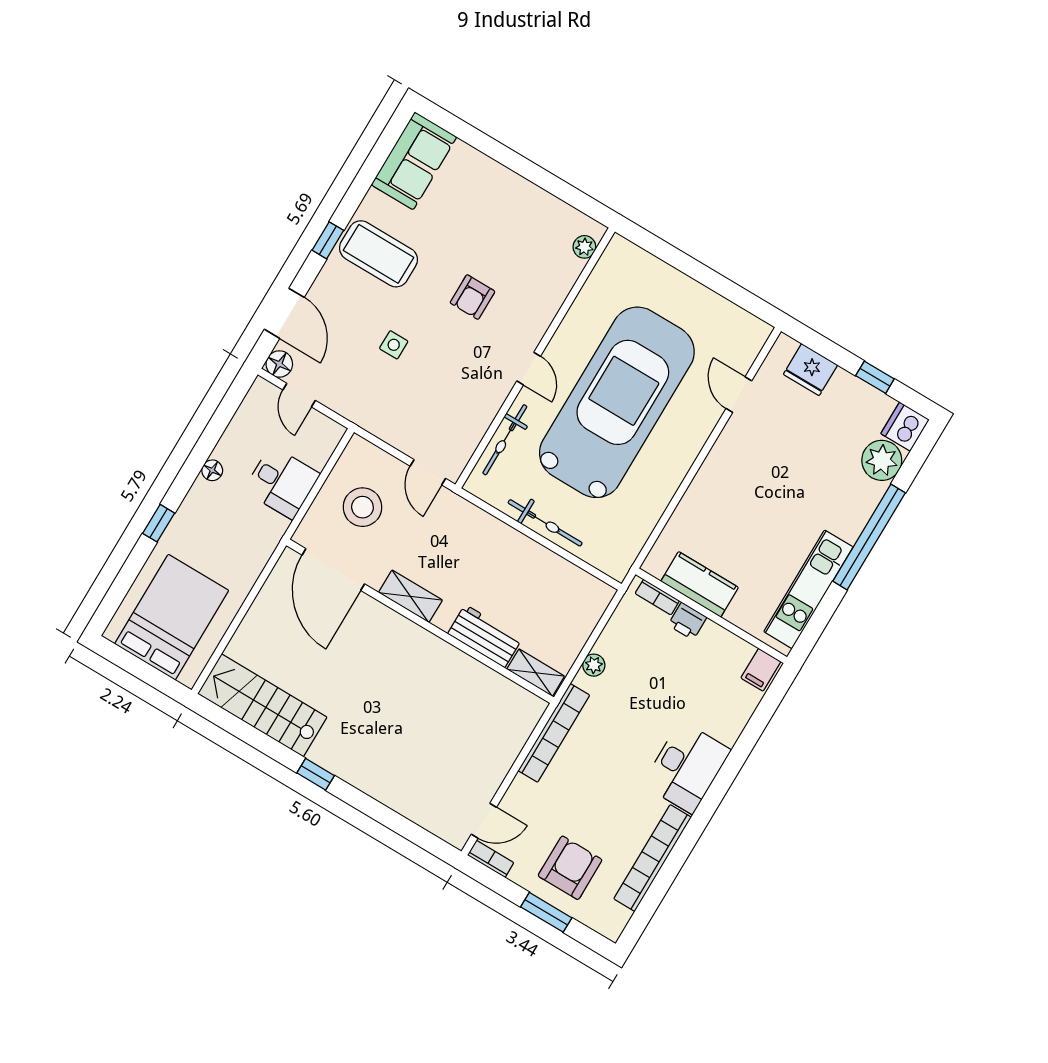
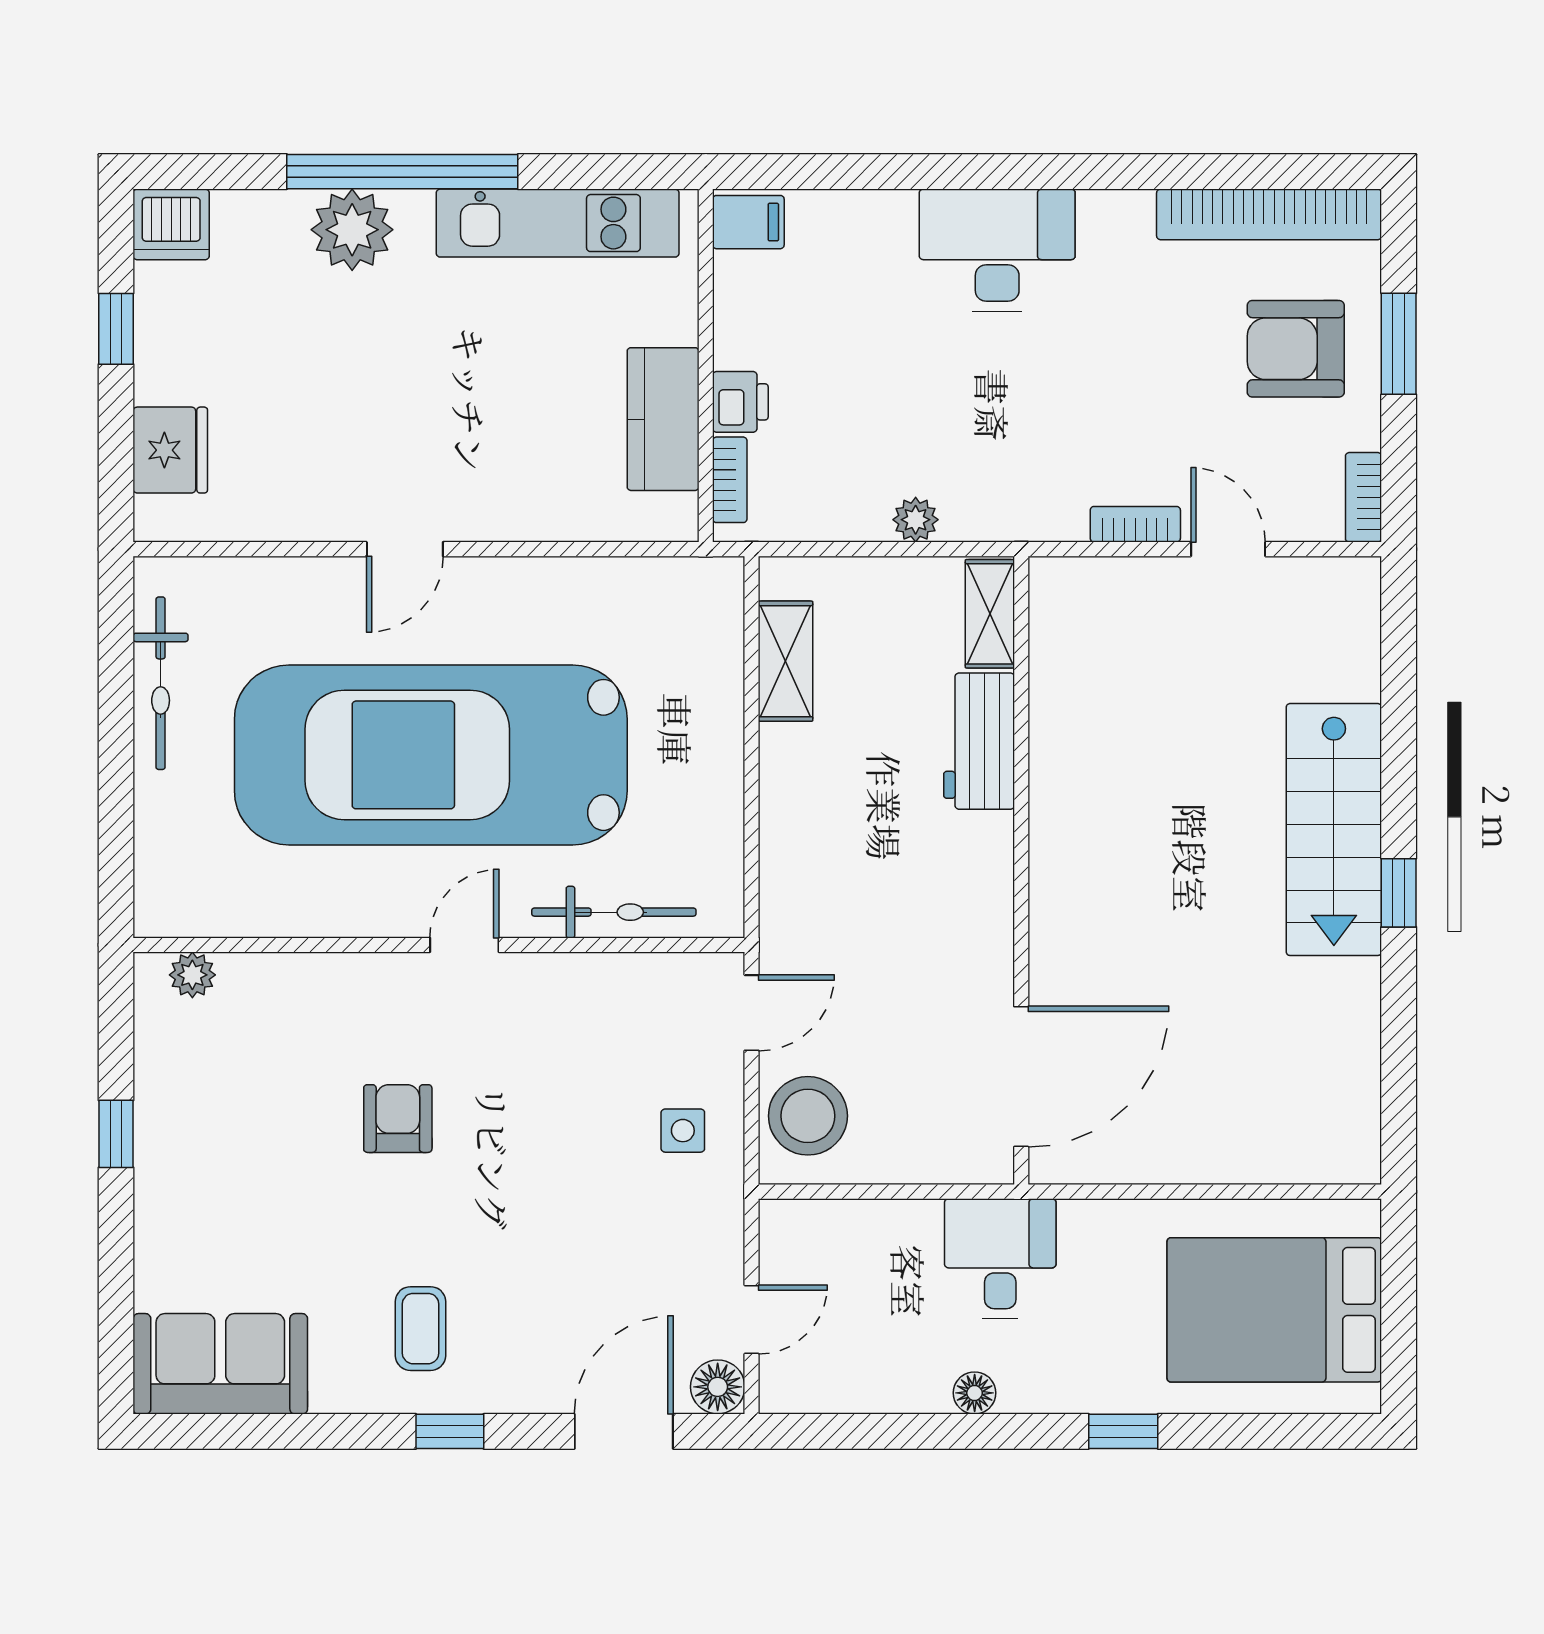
window: (537, 175) -> (116, 1134), added
coffee table: (378, 254) -> (421, 1329), width x0.54, depth x0.58
armchair: (472, 297) -> (398, 1119), turned -90
side table: (394, 345) -> (683, 1131), moved
door: (739, 395) -> (405, 549), moved
plant: (882, 460) -> (352, 230), moved
desk: (282, 482) -> (1000, 1258), moved
stool: (362, 507) -> (808, 1116), moved
bicycle: (545, 523) -> (161, 683), moved, turned 180
shelving: (410, 596) -> (786, 661), moved
stairs: (262, 705) -> (1334, 830), moved
bookcase: (554, 733) -> (1135, 524), width x0.43, depth x0.76
door: (484, 821) -> (1228, 549), moved
bookcase: (653, 858) -> (1269, 214), moved

